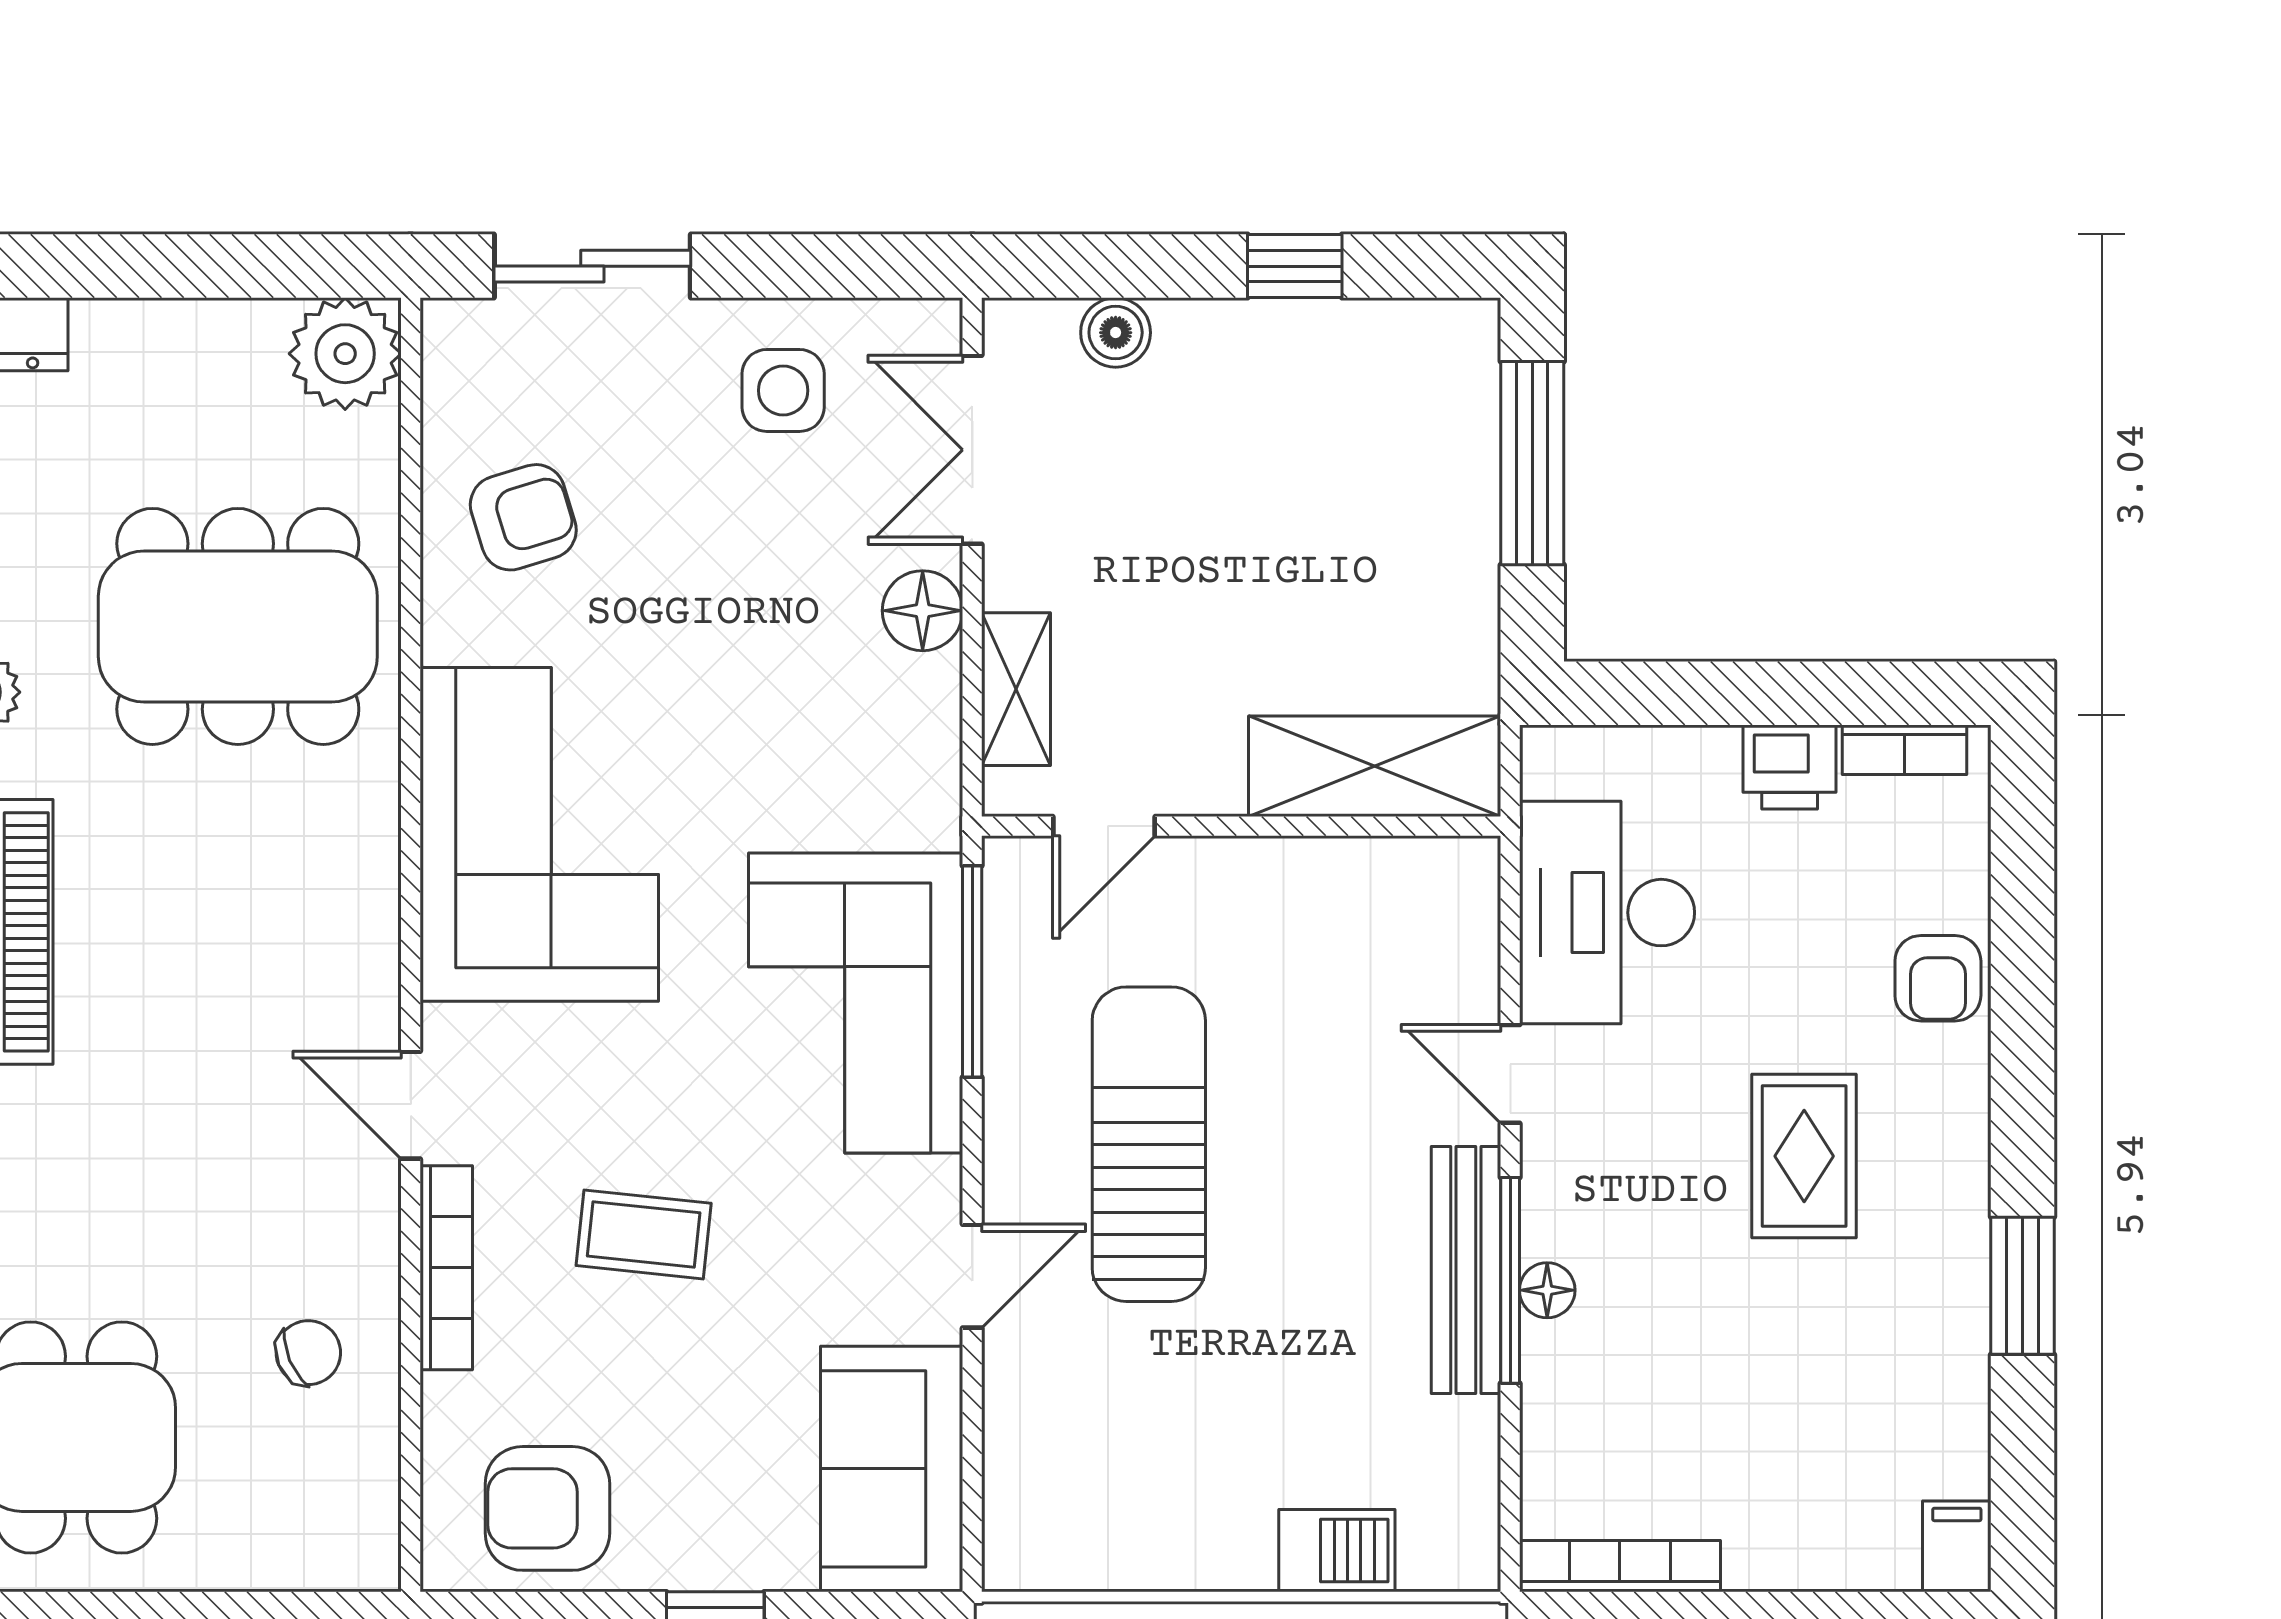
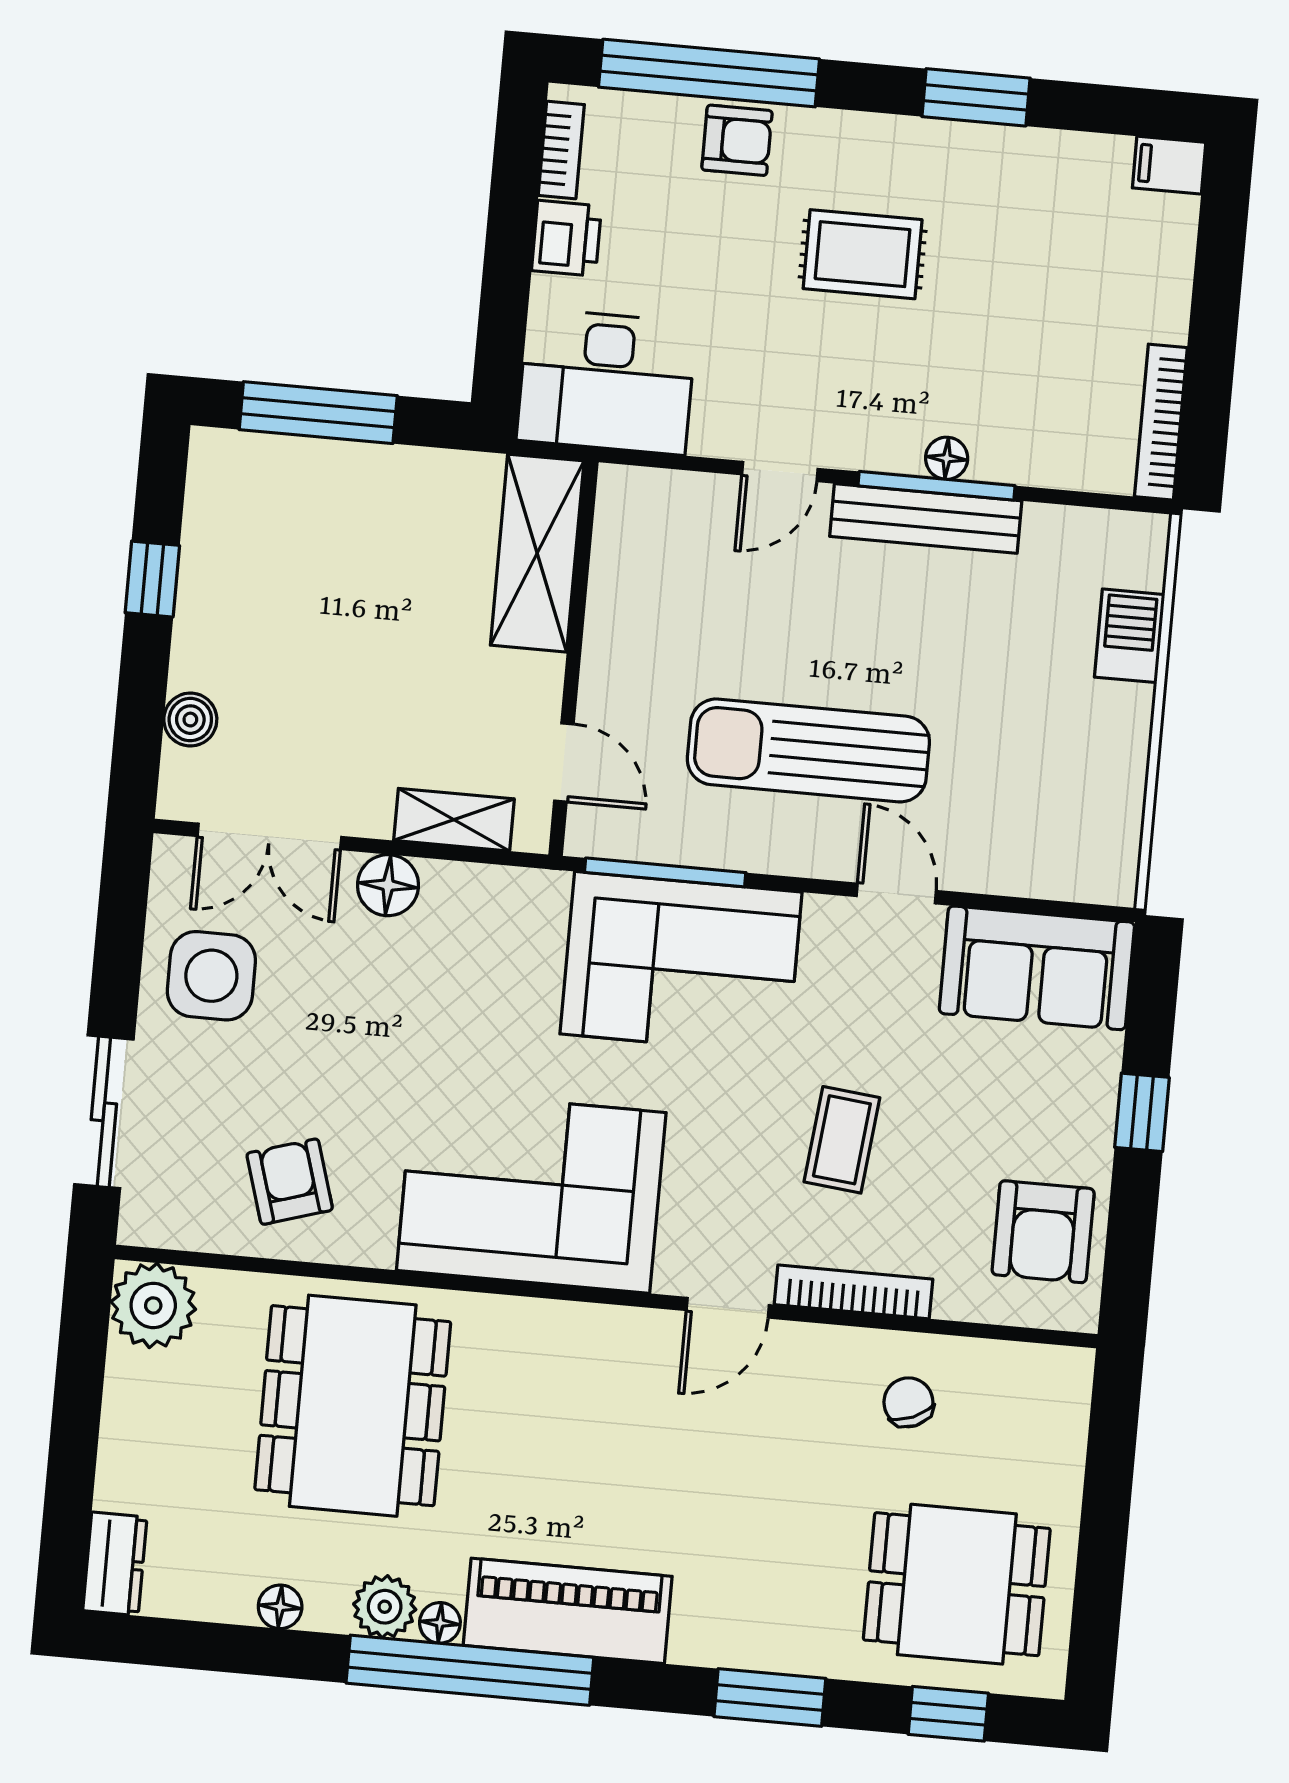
side table: (783, 390) -> (211, 976), width x1.37, depth x1.37
desk: (1607, 913) -> (606, 382), moved
window: (2023, 934) -> (709, 73), added

